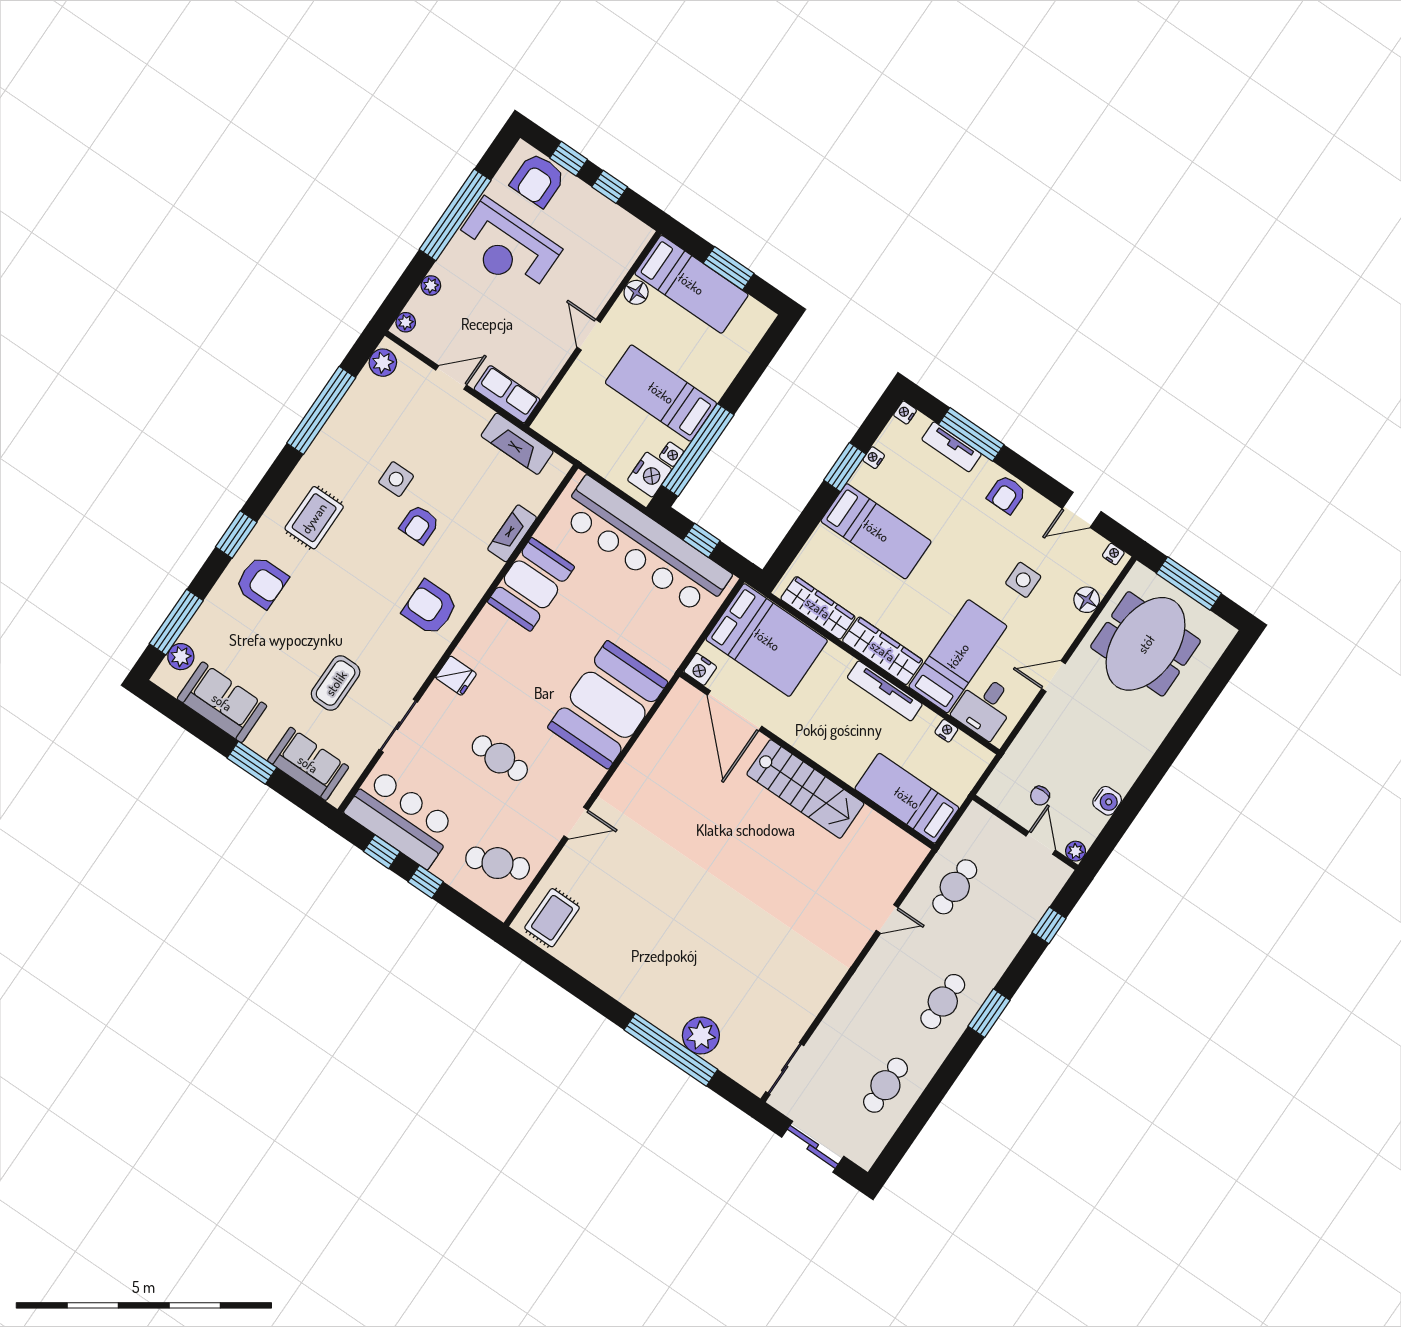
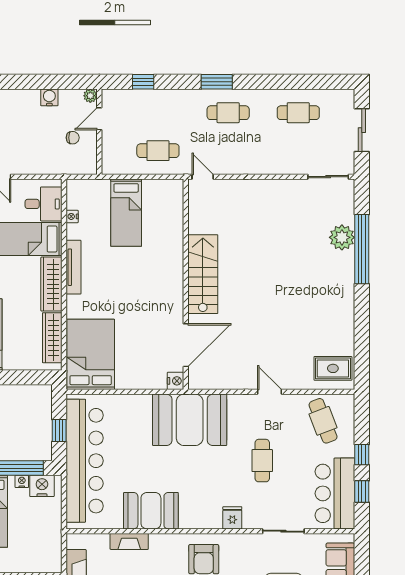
nightstand: (700, 669) -> (176, 381), moved
door: (735, 711) -> (186, 345), moved
wall: (807, 760) -> (186, 284), moved
stairs: (805, 789) -> (203, 274), moved

